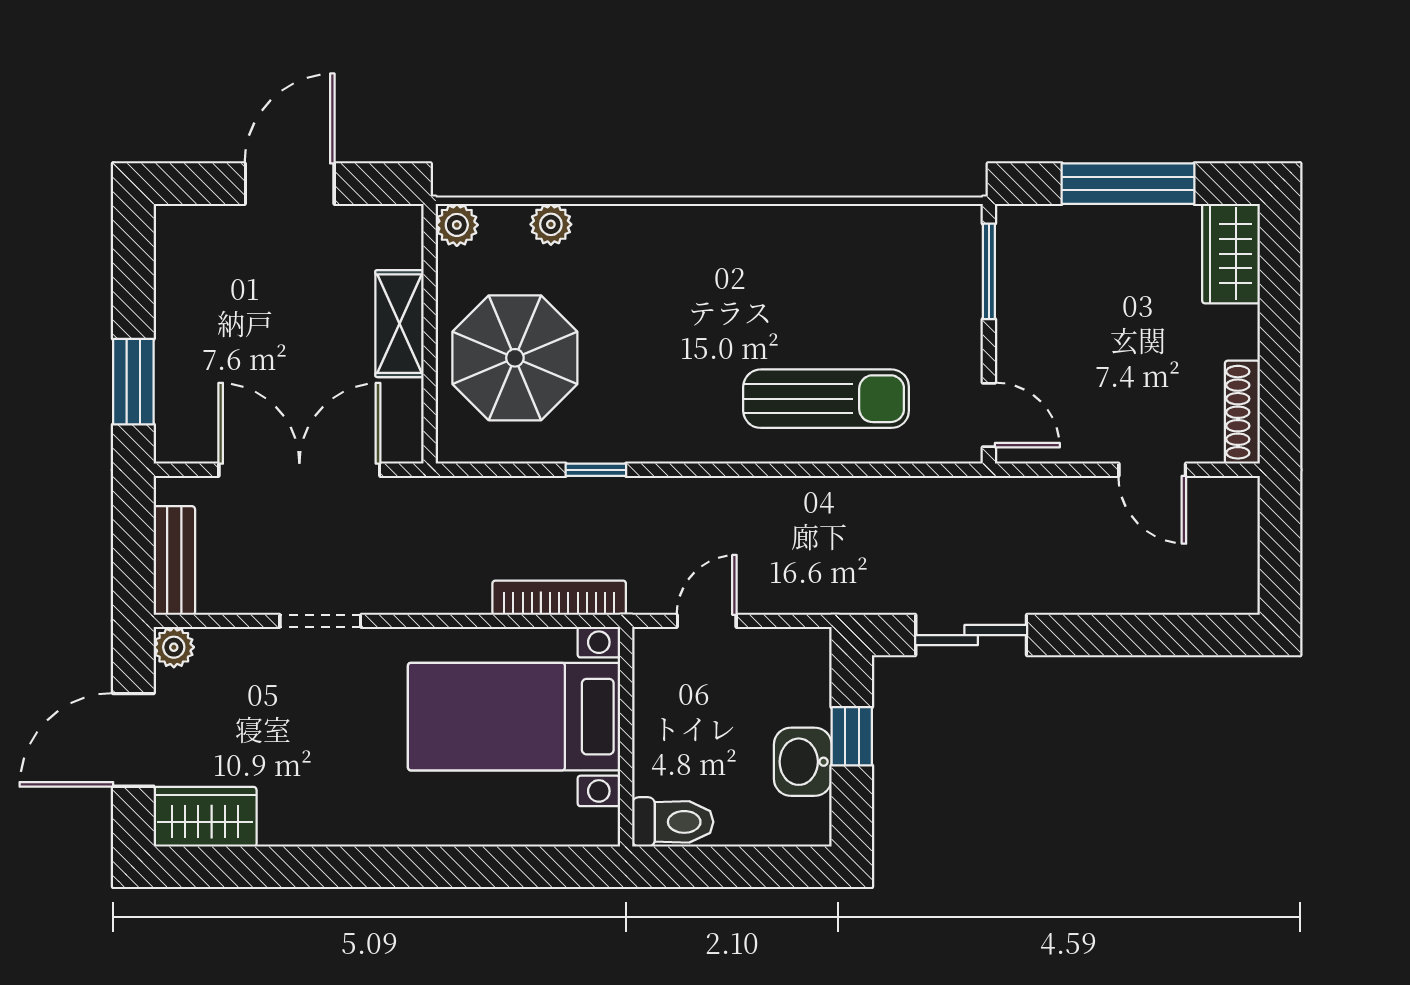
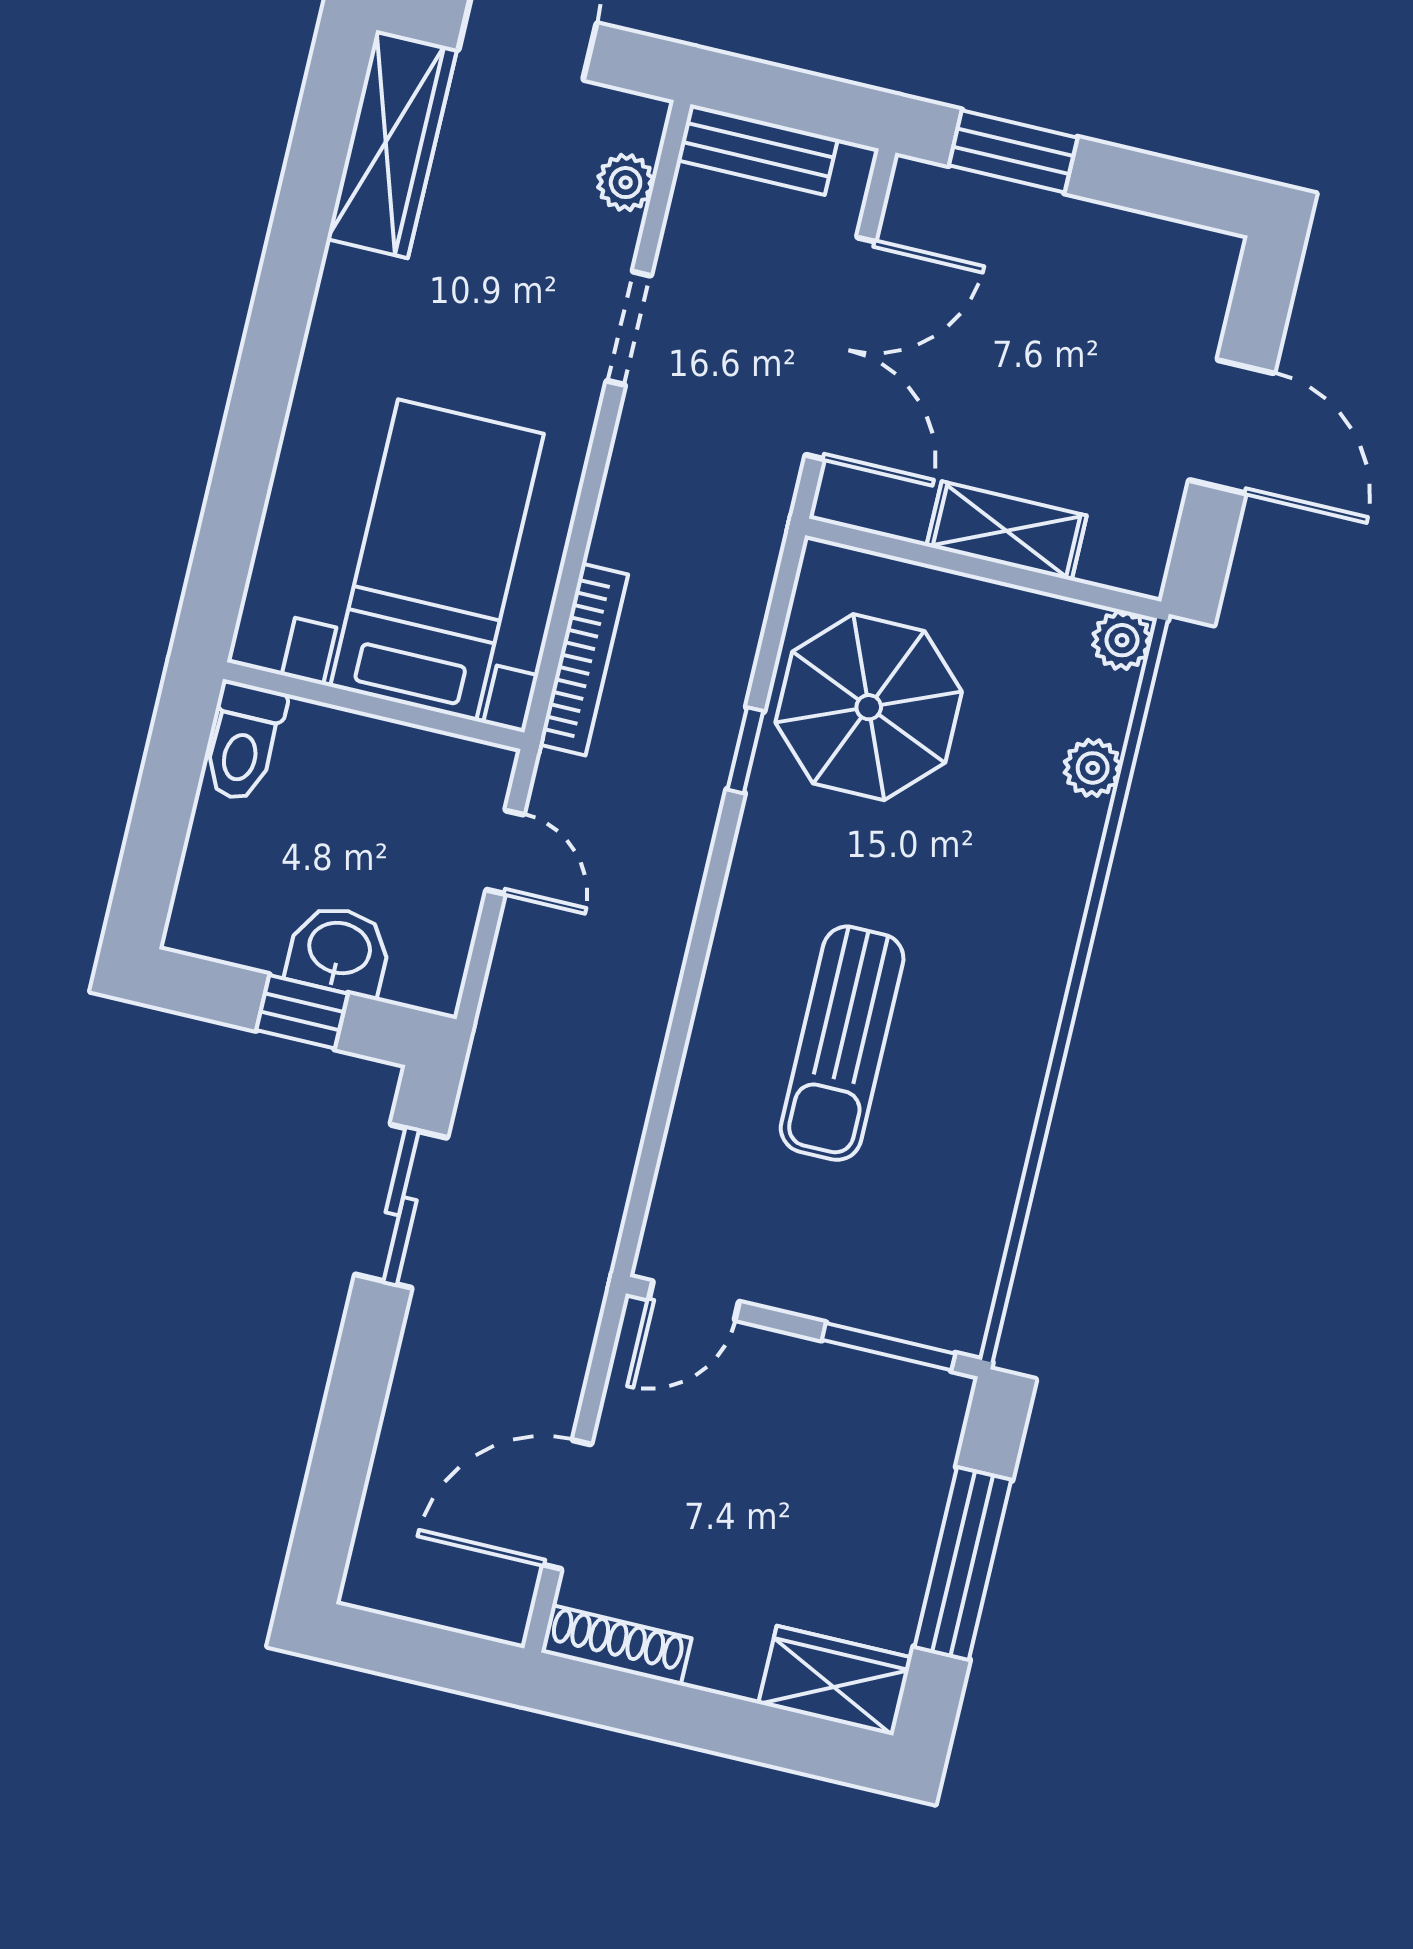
parasol: (515, 358) -> (869, 707), moved
sun lounger: (826, 399) -> (842, 1043), moved
door: (1152, 470) -> (567, 1505), width x1.38
plant: (174, 647) -> (626, 183), moved
washbasin: (803, 762) -> (339, 950), moved
wardrobe: (205, 817) -> (392, 144), width x1.50

